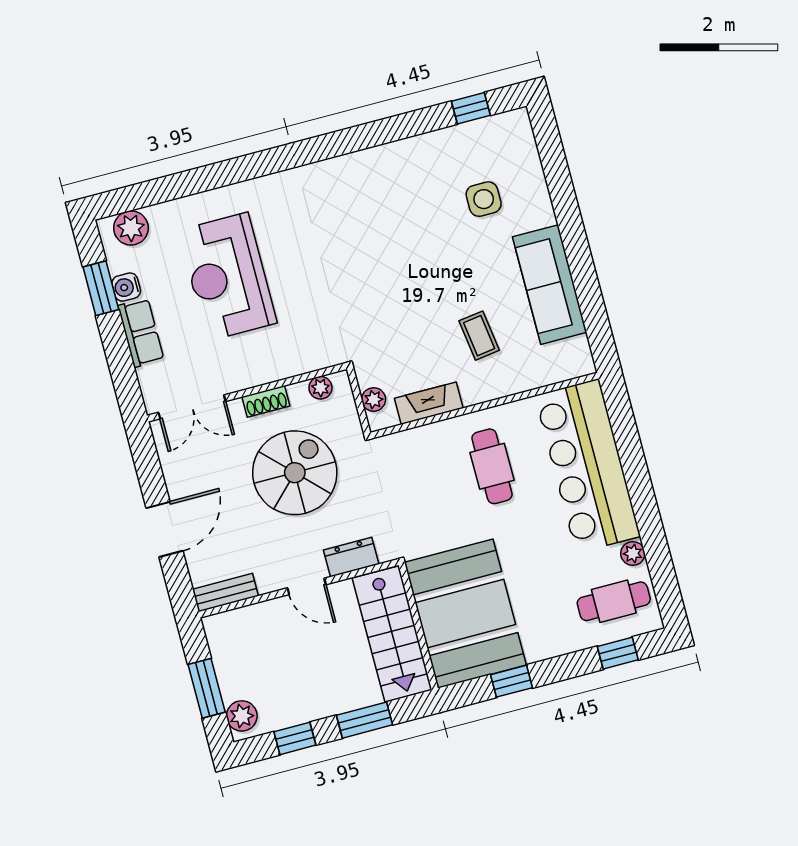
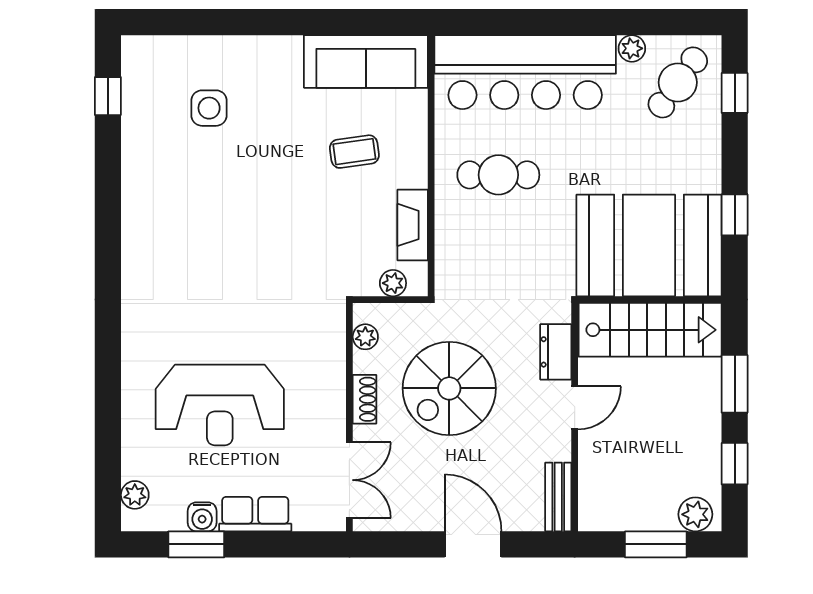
plant: (131, 228) -> (135, 495), width x0.73, depth x0.73
sofa: (550, 285) -> (366, 61), moved
spiral stairs: (295, 473) -> (449, 388), turned -90
cafe table: (614, 601) -> (678, 82), turned 36

